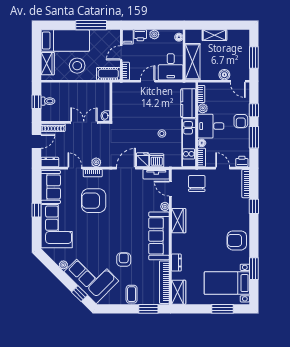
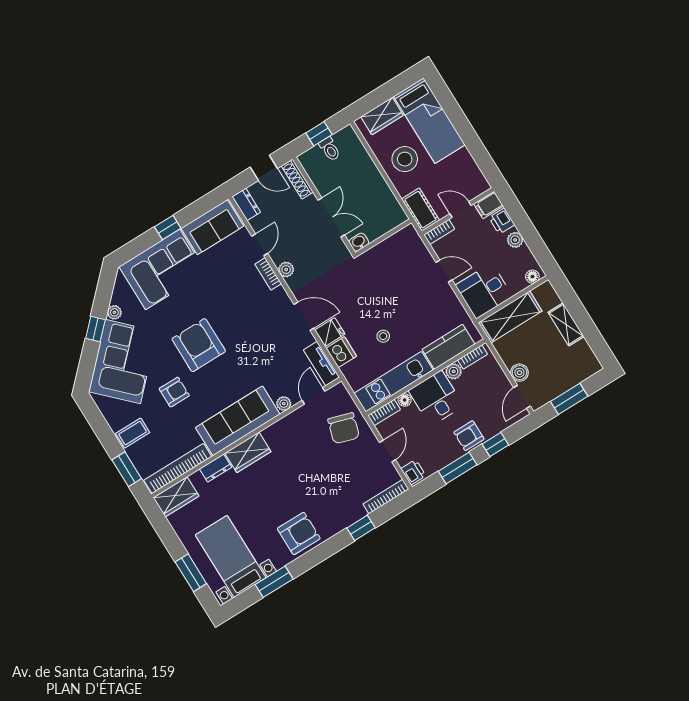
window: (91, 25) -> (473, 144), removed
chair: (197, 184) -> (344, 428), turned 107
armchair: (94, 201) -> (199, 345), moved
wardrobe: (179, 221) -> (248, 452), moved
armchair: (237, 240) -> (299, 534), turned 90
window: (80, 294) -> (95, 329), moved

